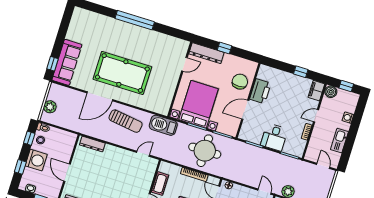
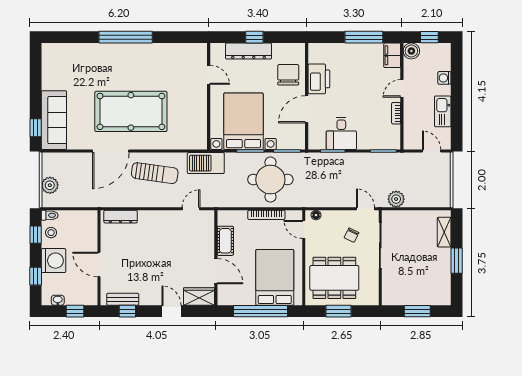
dresser: (206, 53) -> (248, 51), moved
door: (184, 64) -> (209, 75), hinge flipped
window: (301, 72) -> (364, 37), width x2.17
desk: (274, 137) -> (341, 133), moved

